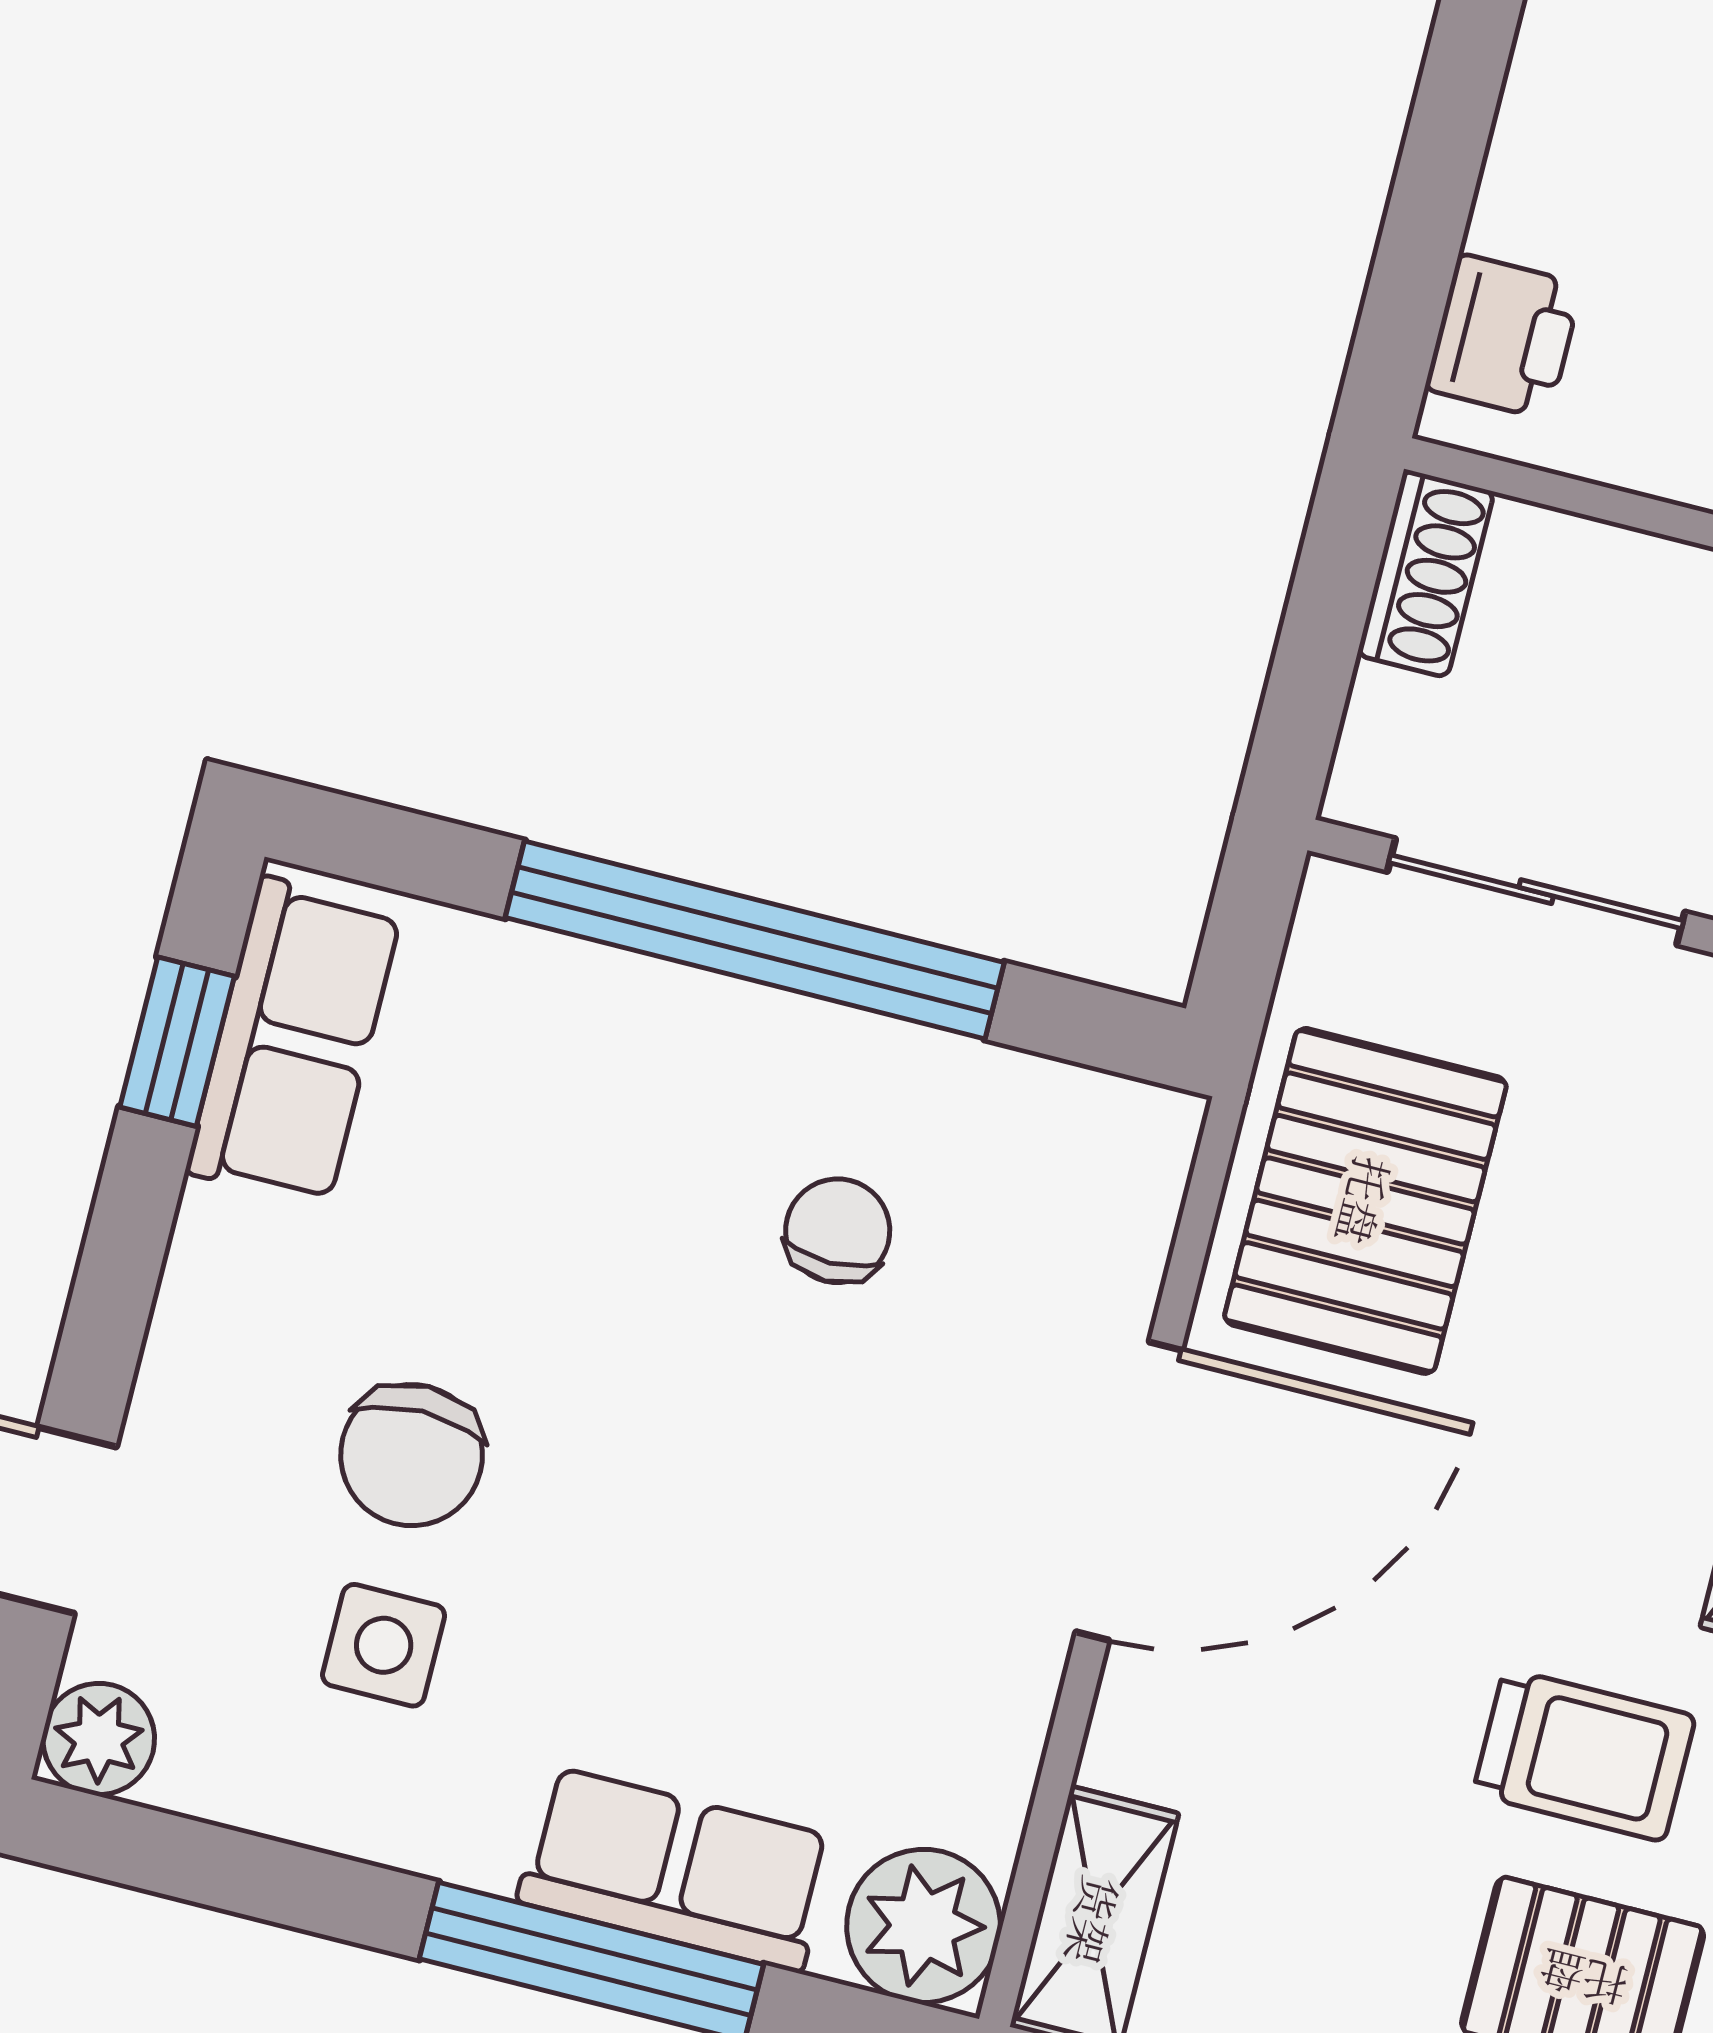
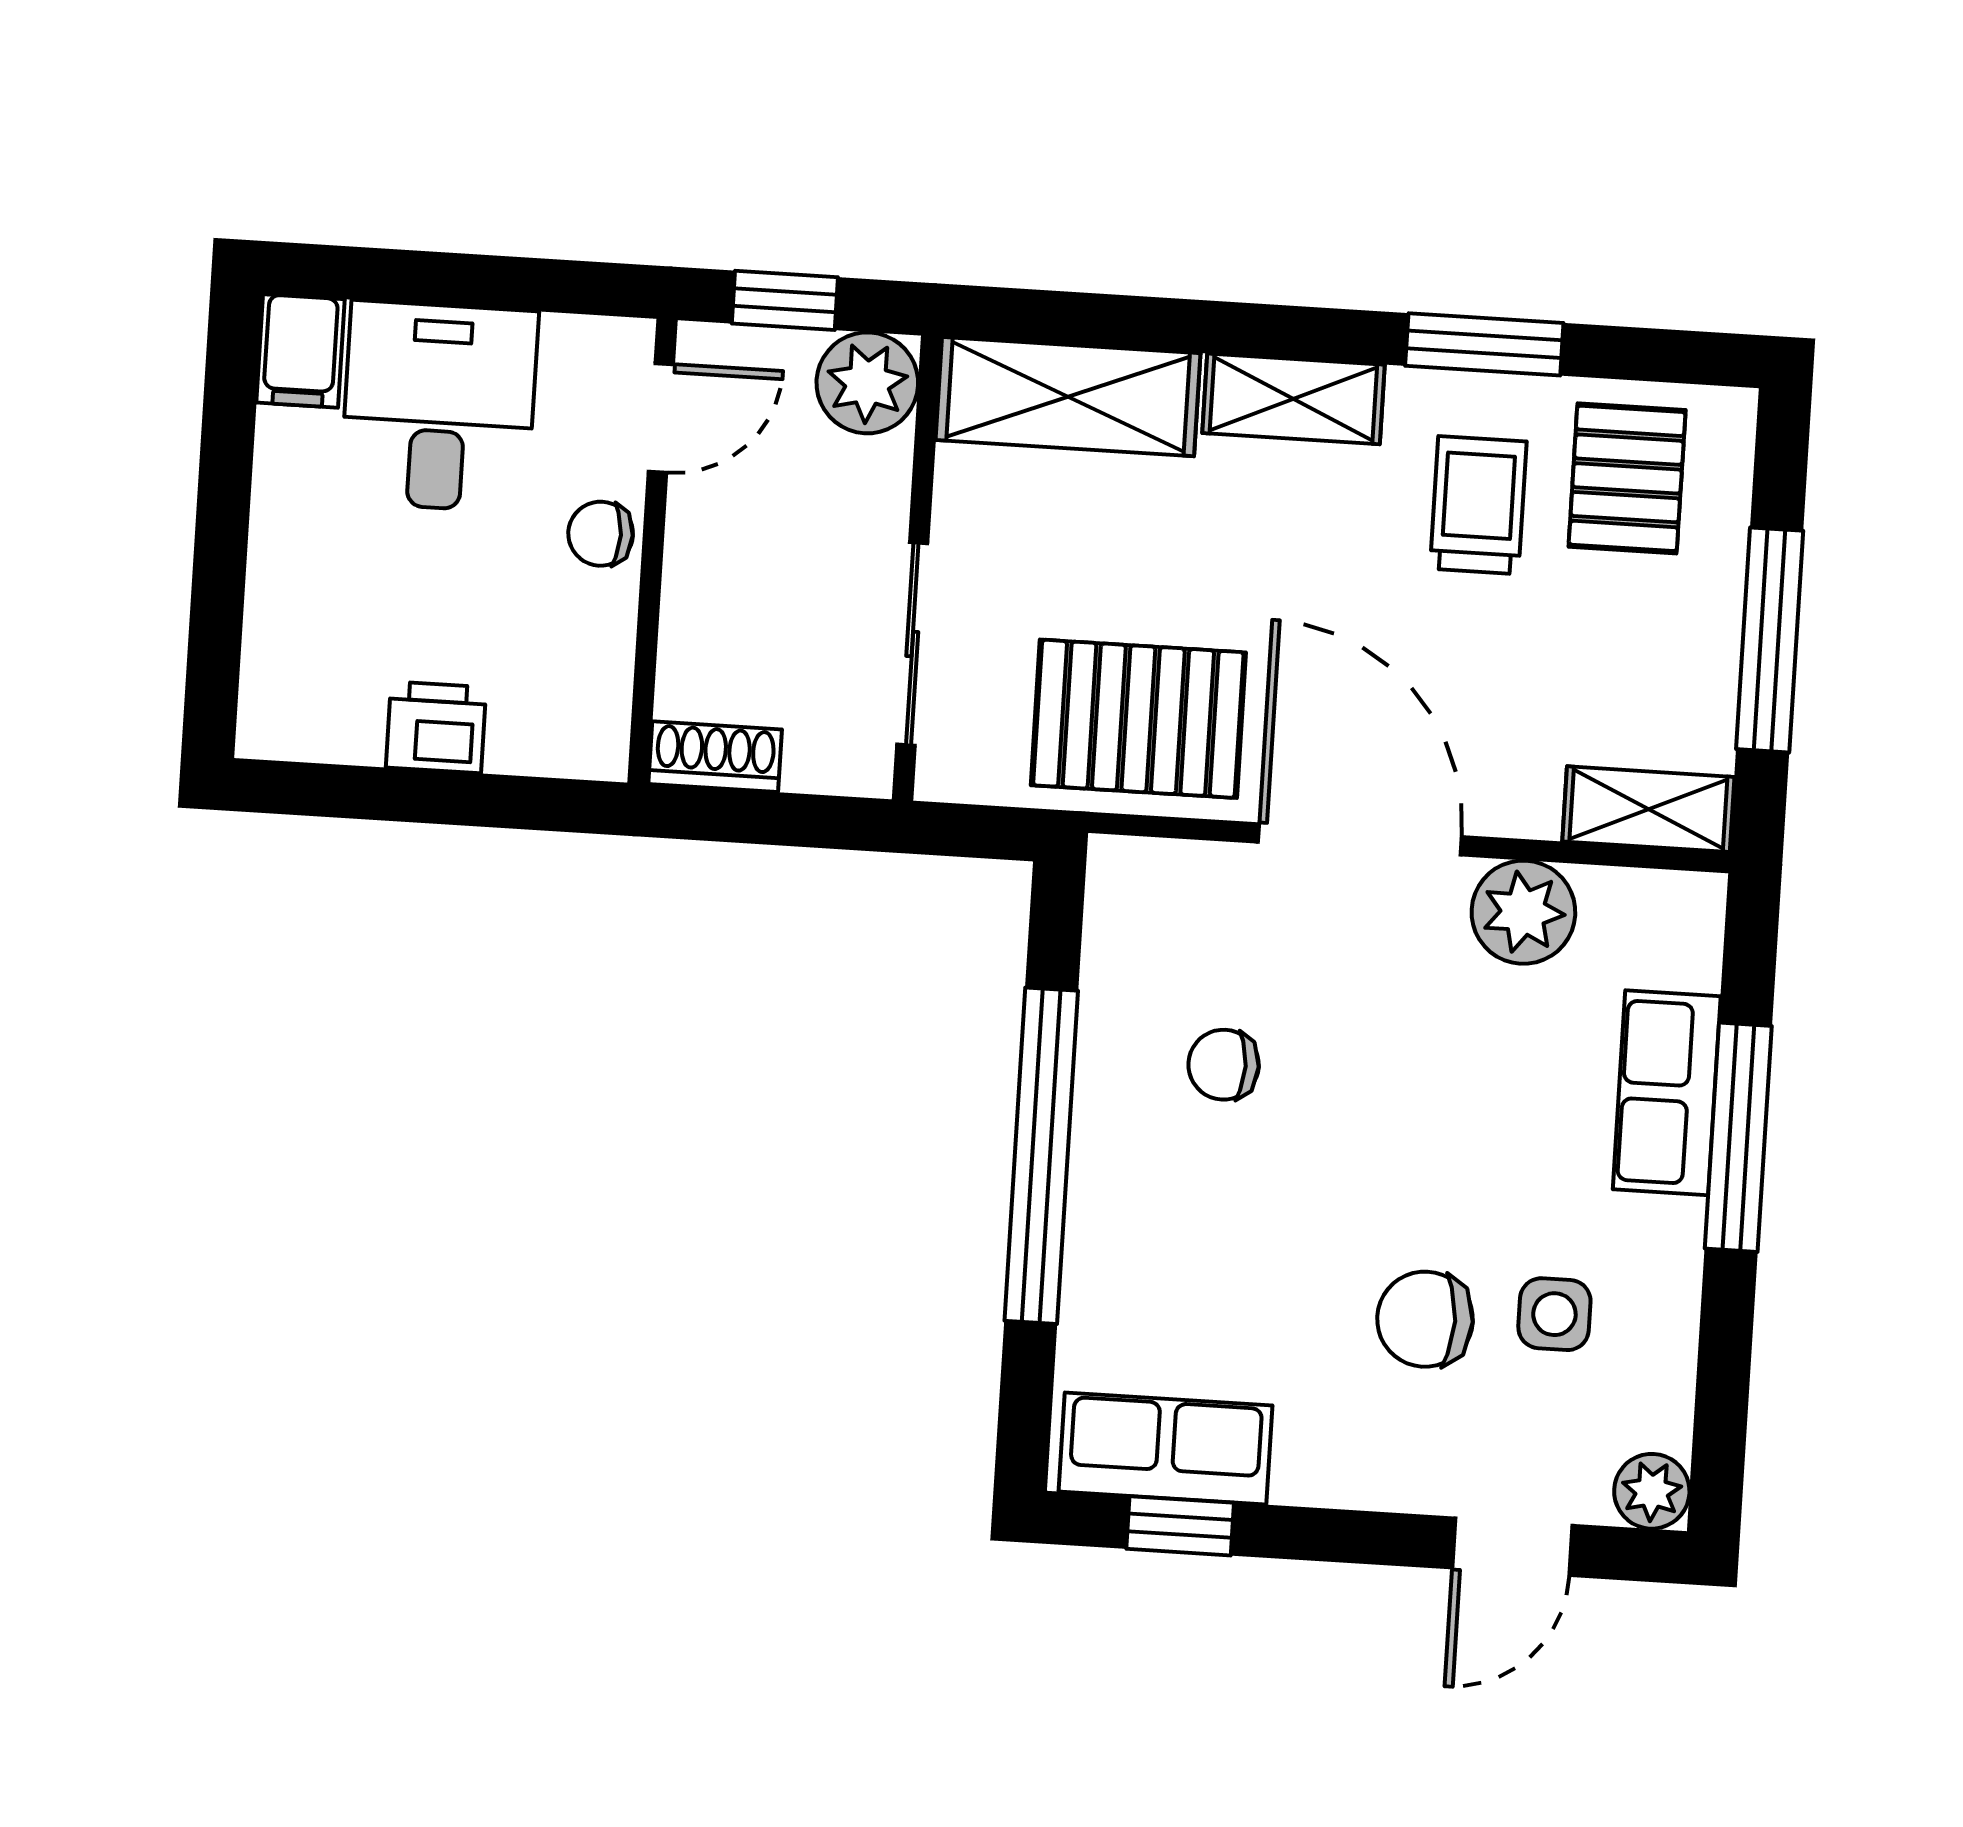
printer: (1504, 336) -> (436, 727), moved
chair: (412, 1455) -> (1425, 1319), turned 180
plant: (924, 1926) -> (1523, 912), moved

